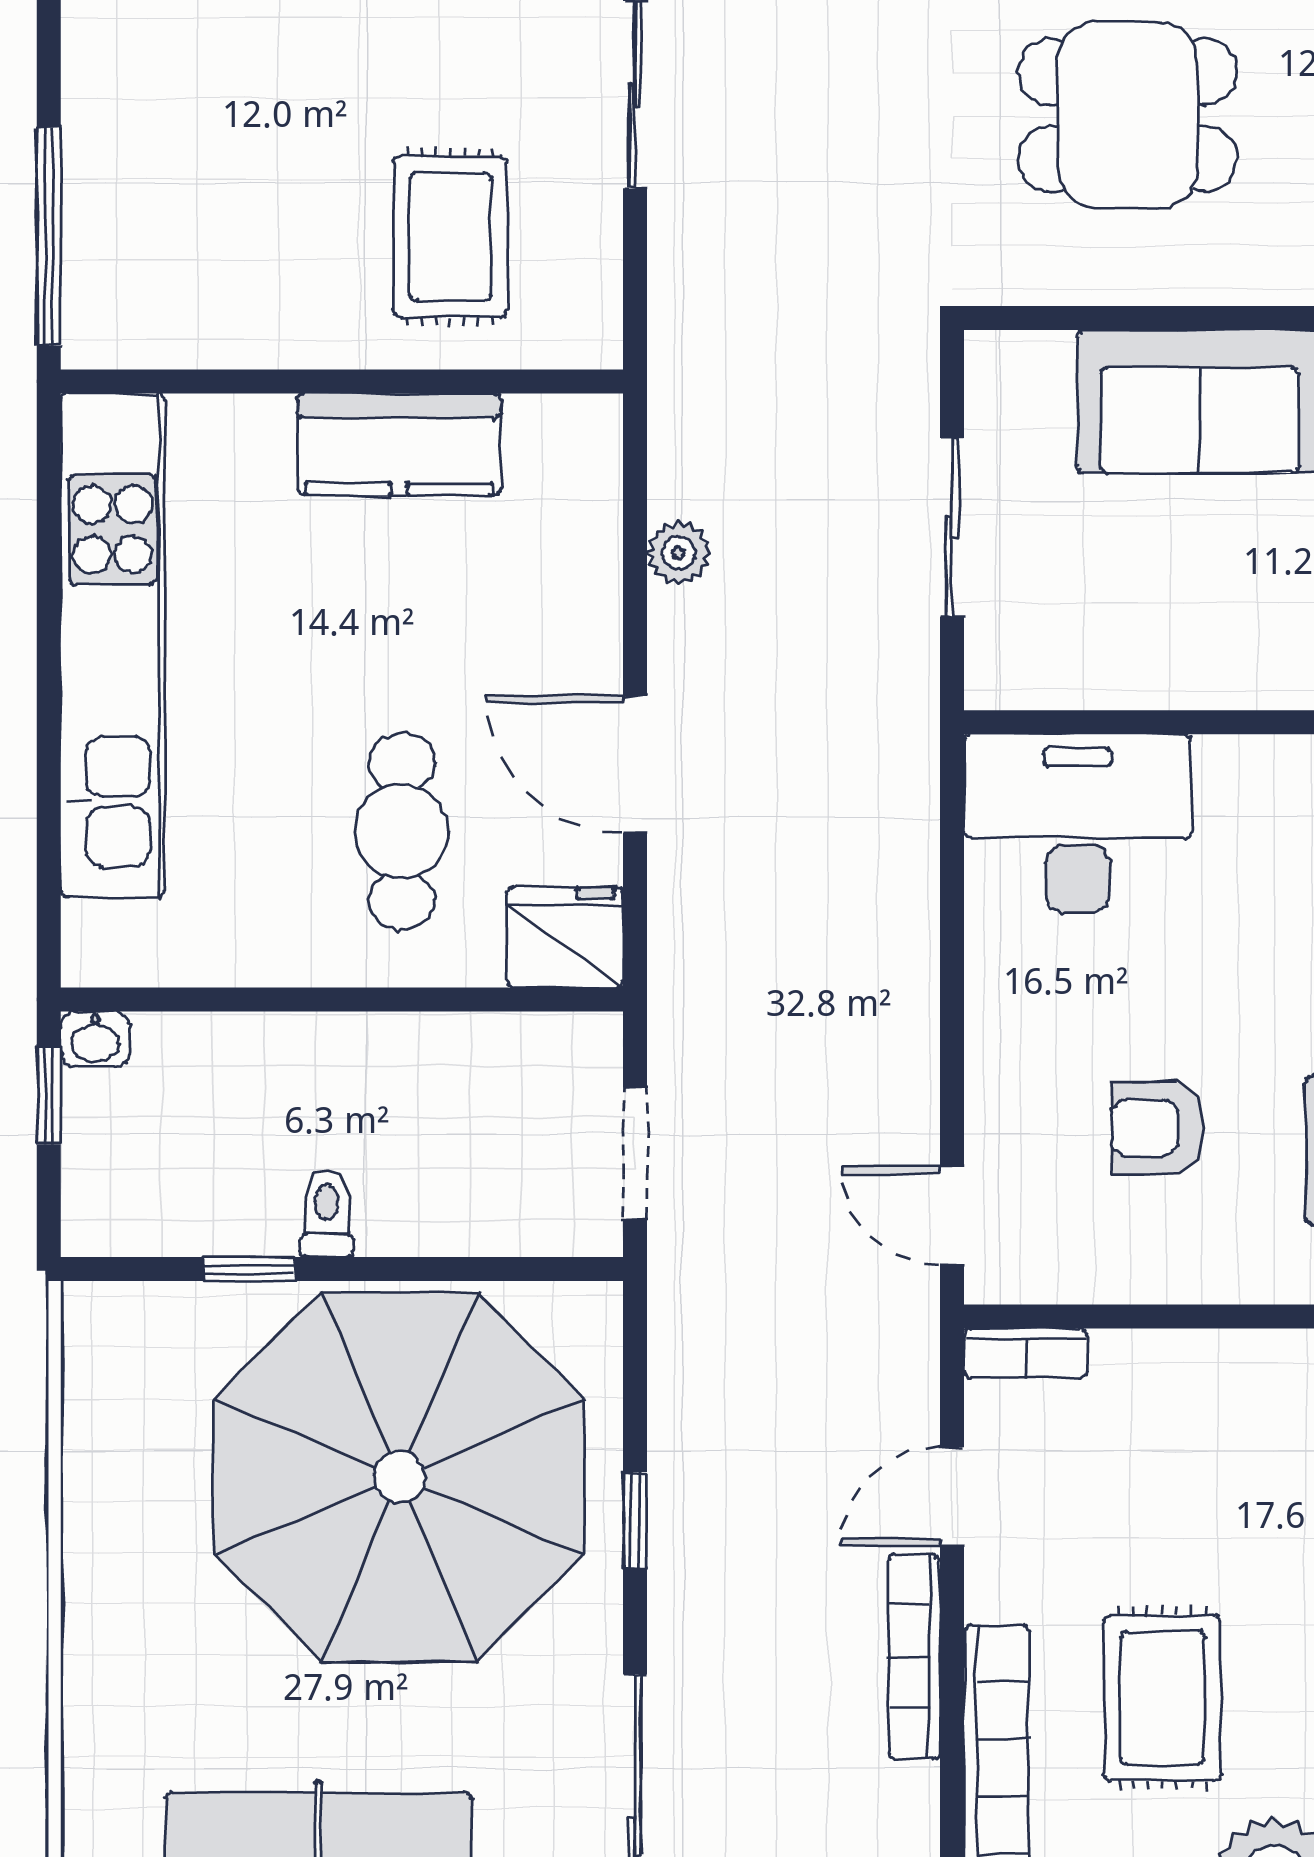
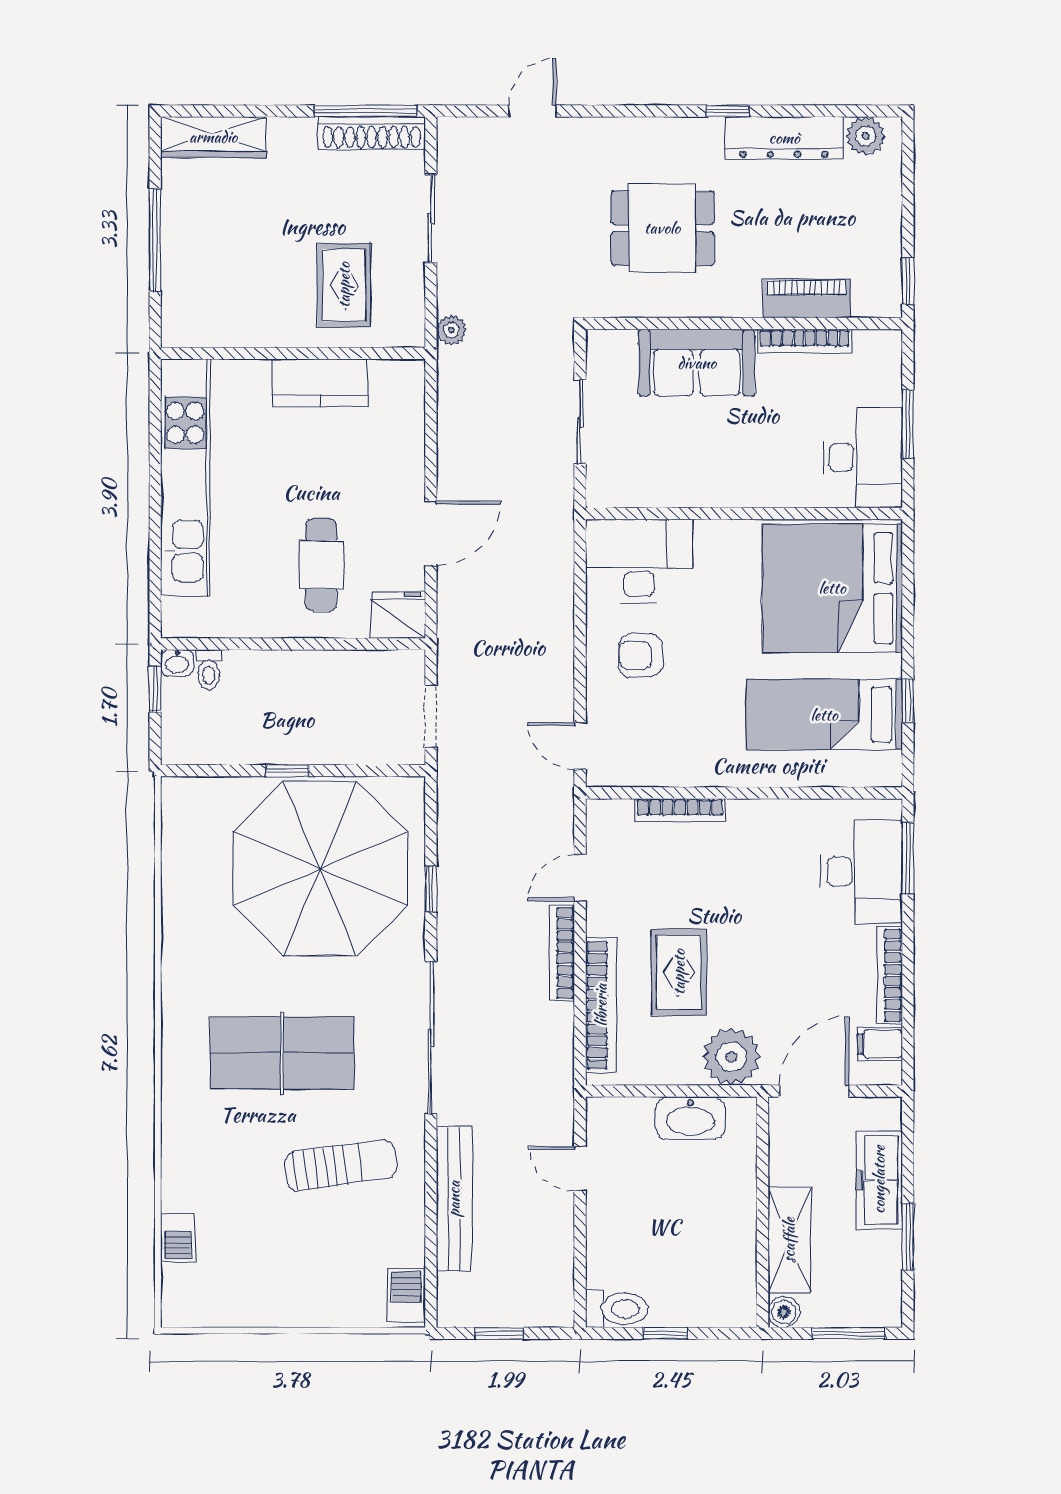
window: (49, 236) -> (155, 240), moved
plant: (679, 553) -> (451, 330), moved
door: (635, 764) -> (431, 533), swing flipped
armchair: (1158, 1128) -> (640, 655), moved
toilet: (327, 1214) -> (209, 670), moved, turned 180
window: (249, 1269) -> (287, 771), moved
bookcase: (1025, 1353) -> (680, 810), moved, width x1.56

